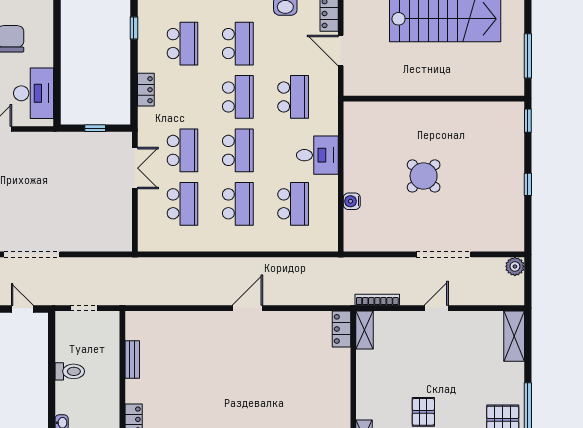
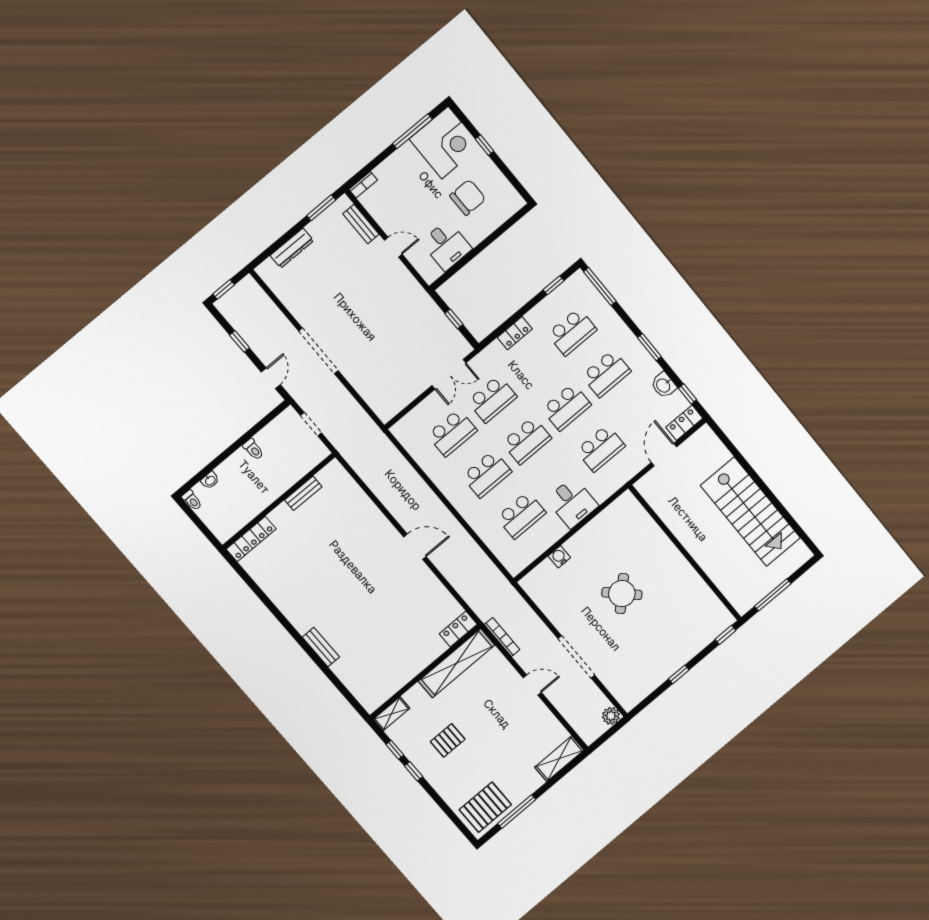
desk: (34, 93) -> (446, 245), width x0.73
shelving: (365, 330) -> (457, 663), width x2.20, depth x1.33
toilet: (70, 371) -> (253, 449), width x0.73, depth x0.72

